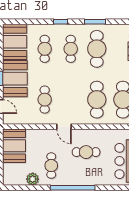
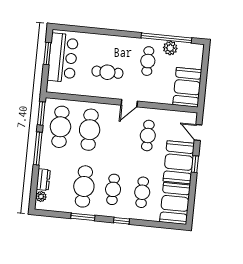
door: (64, 127) -> (129, 103), swing flipped
window: (73, 188) -> (166, 38), moved

